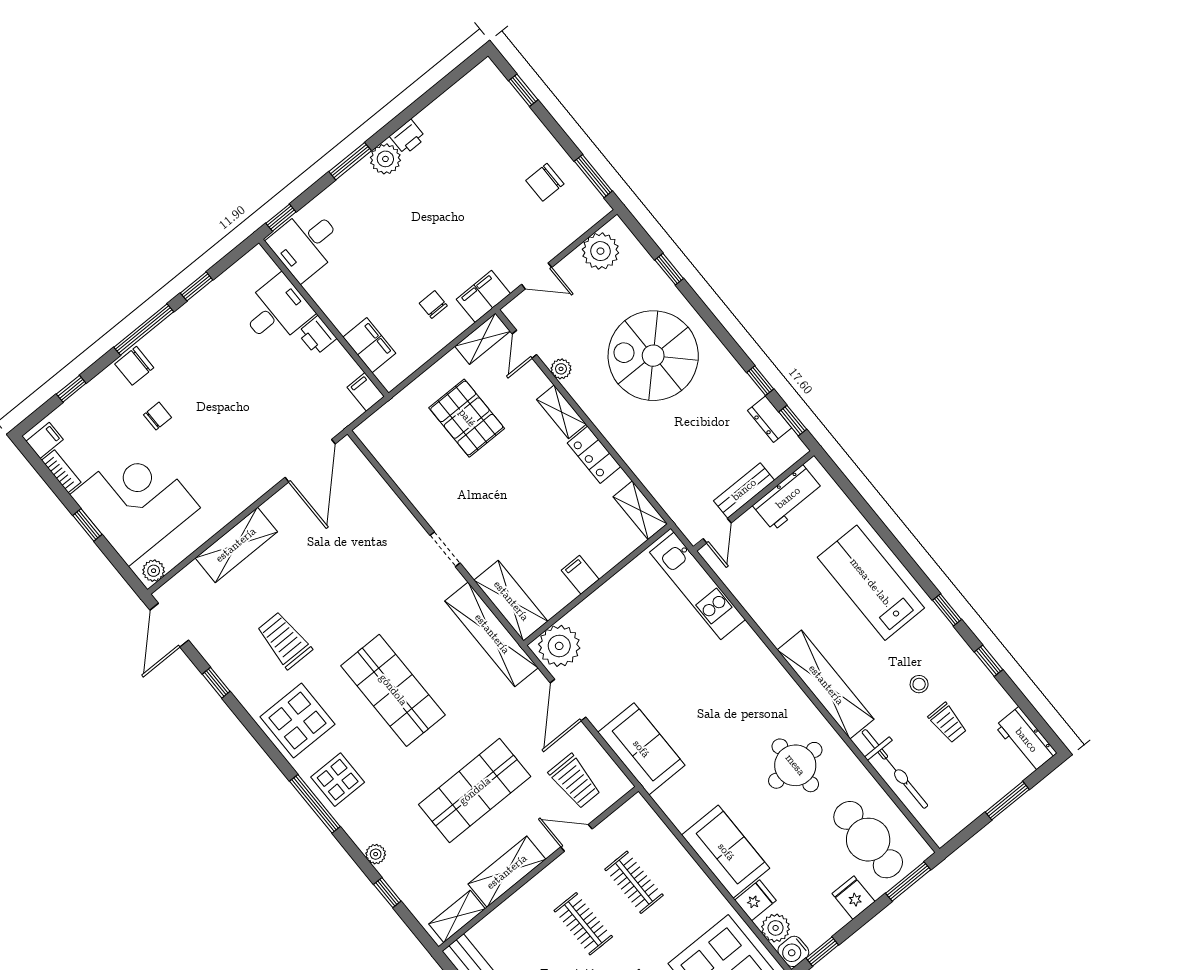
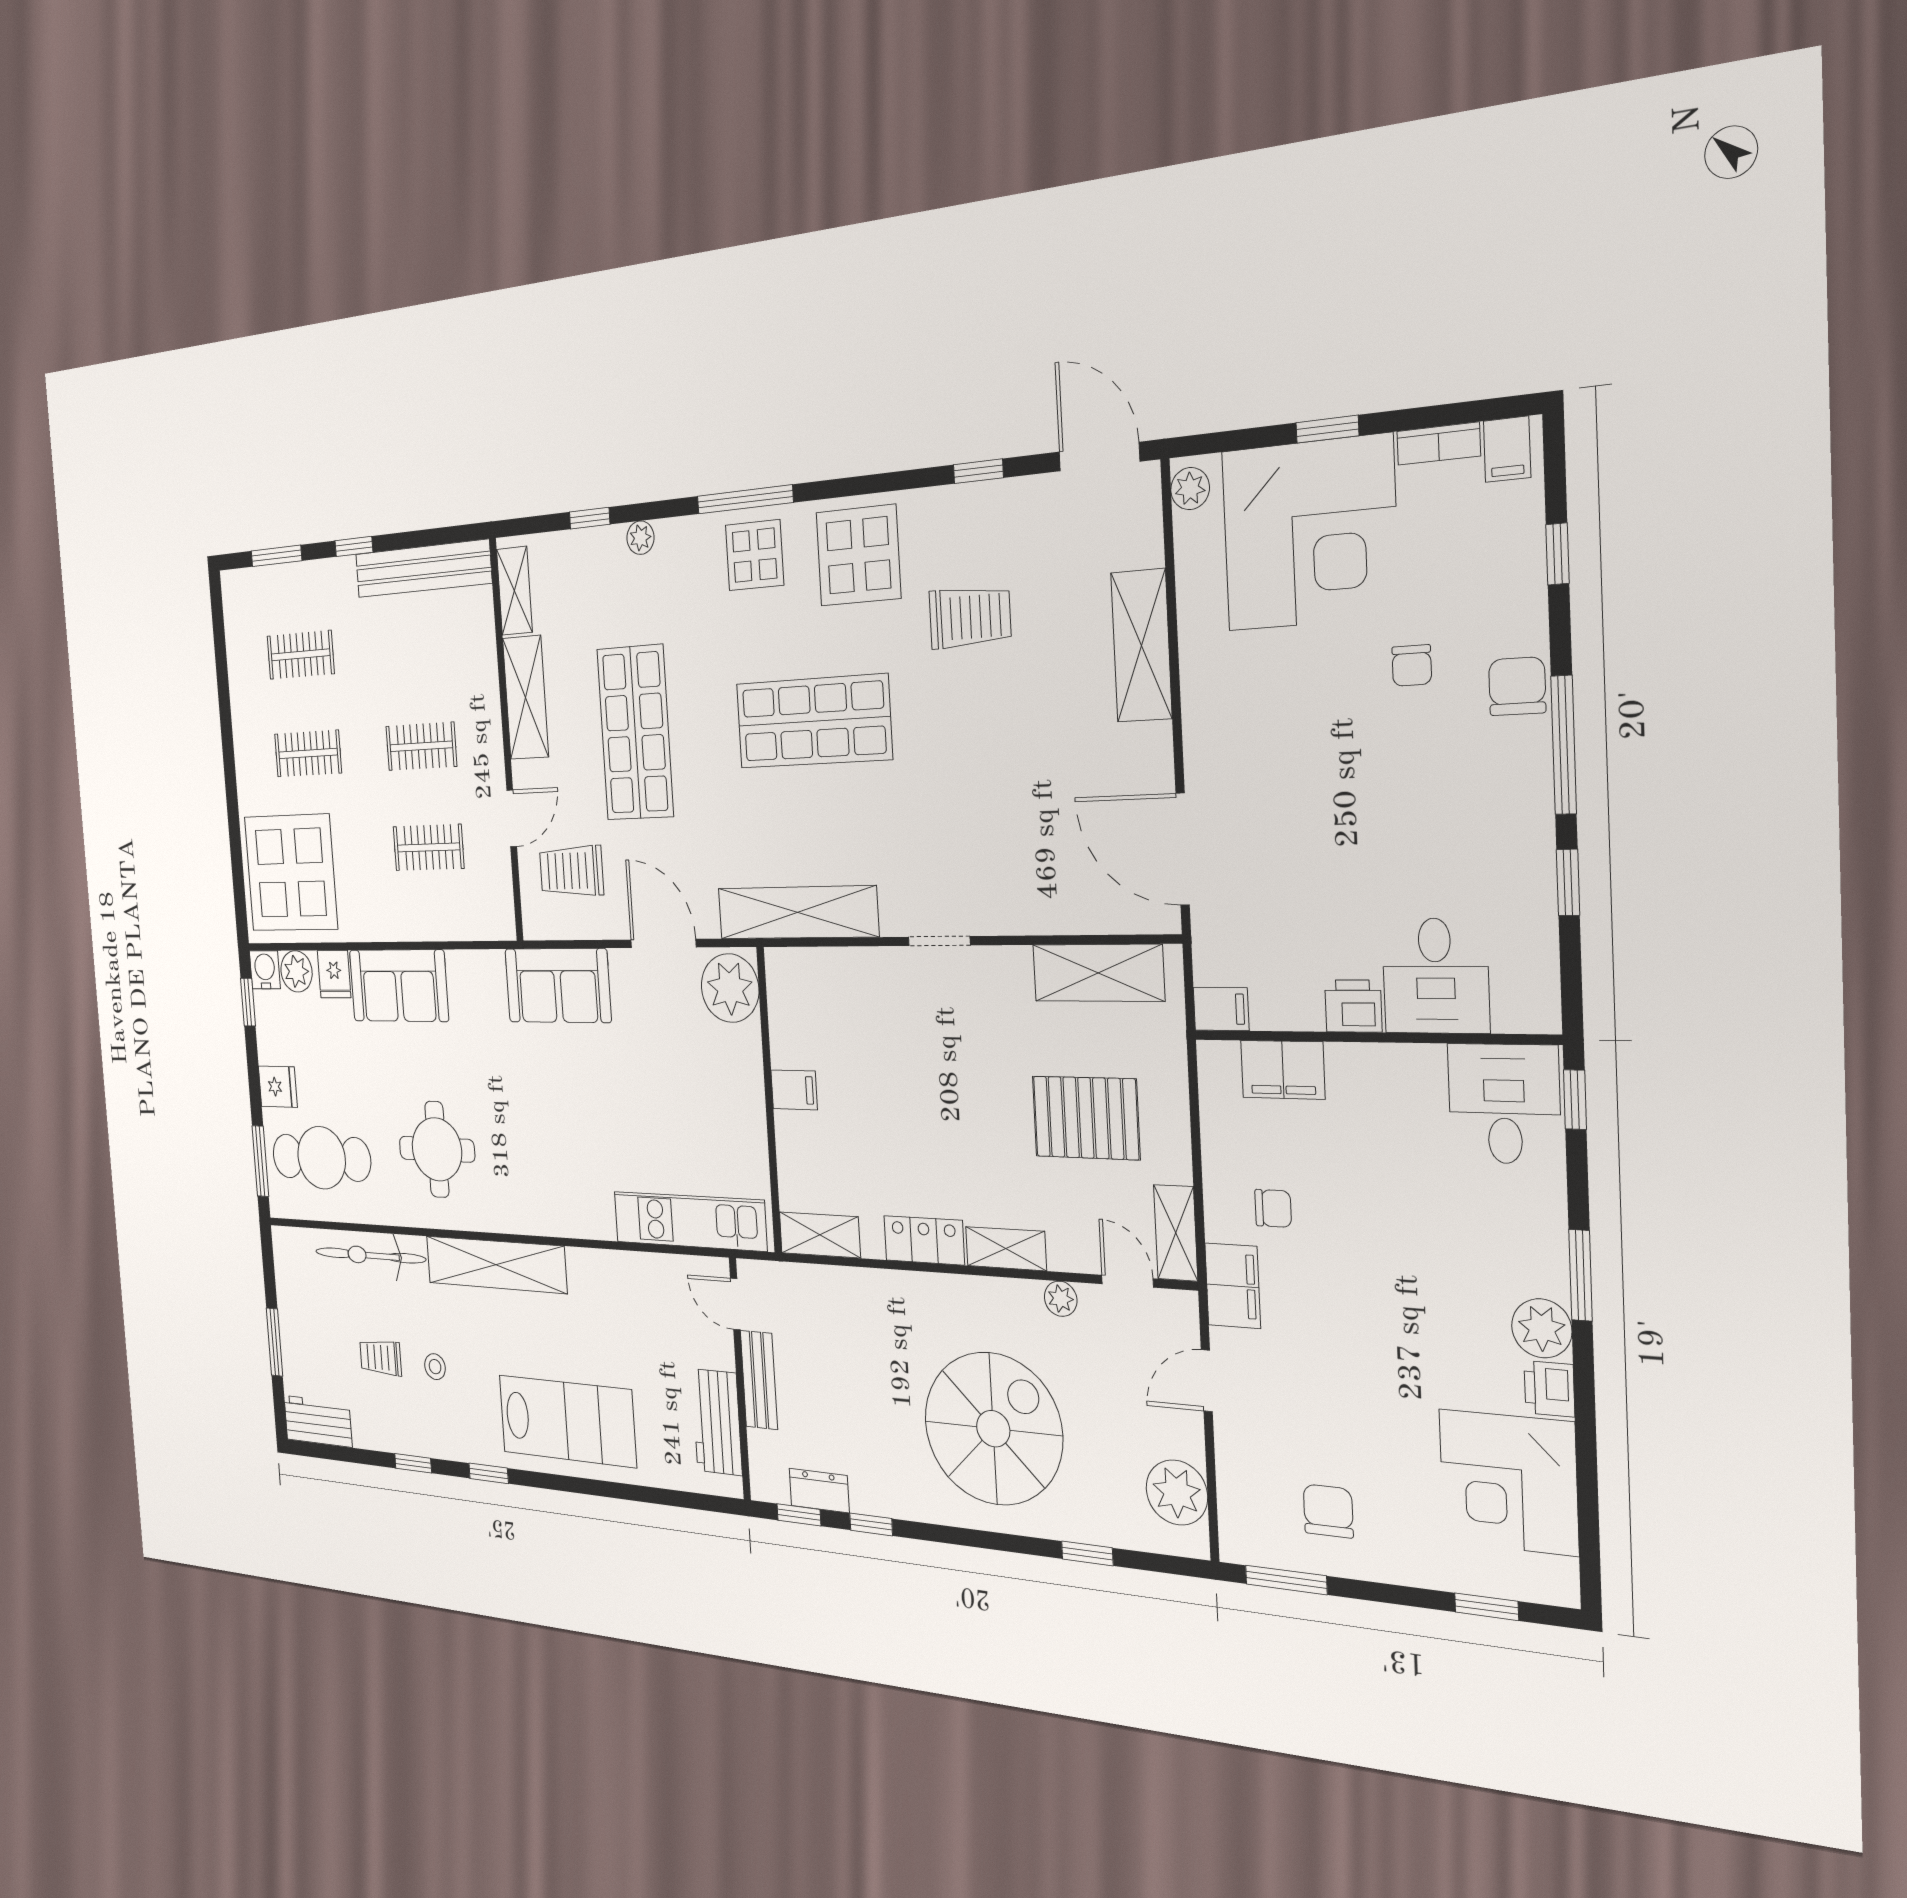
corner desk: (462, 122) -> (1508, 1482), added
shelving: (511, 601) -> (1098, 973), moved

